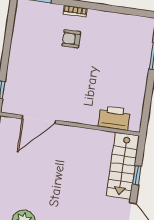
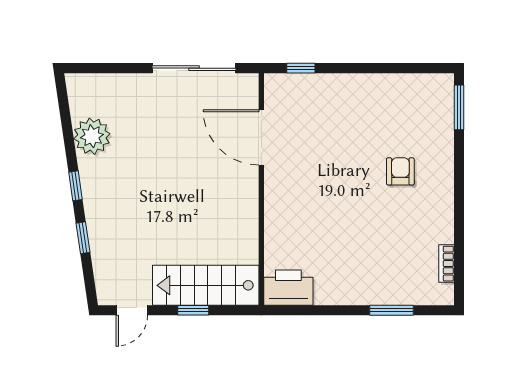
bookcase: (75, 11) -> (446, 264), moved
printer: (114, 118) -> (288, 288), moved, turned -90

